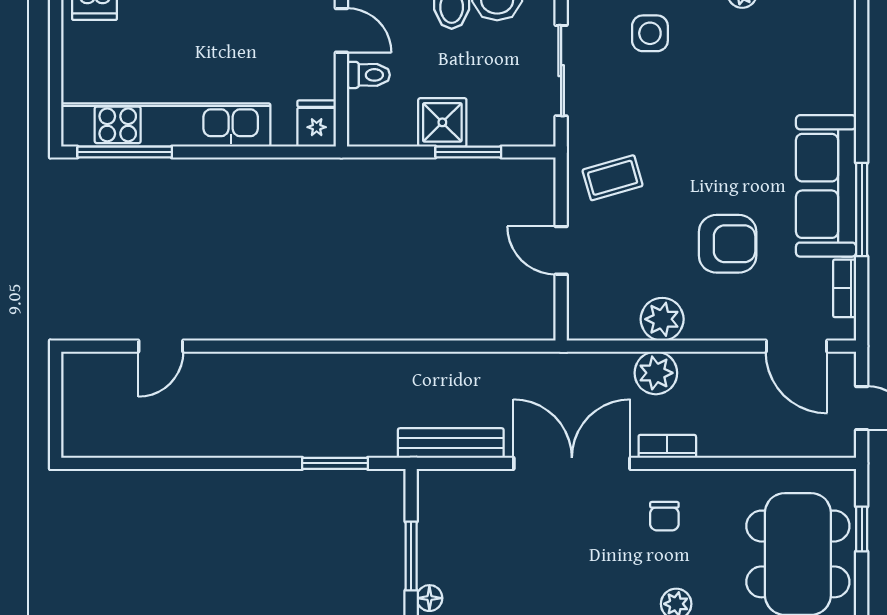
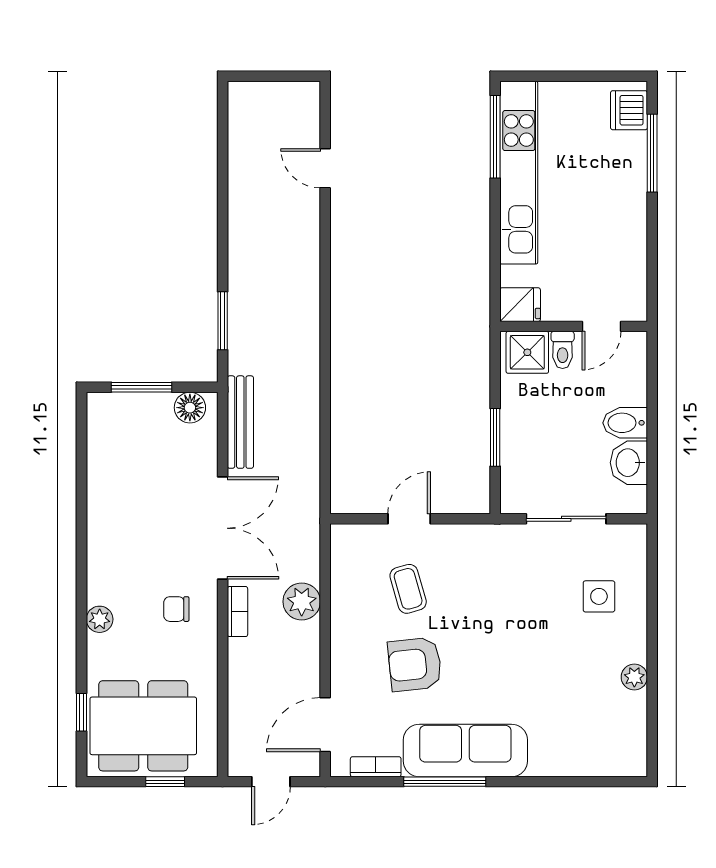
shower: (442, 122) -> (527, 352), moved
coffee table: (613, 178) -> (408, 589), moved
armchair: (728, 244) -> (415, 664), turned 84
plant: (662, 319) -> (349, 607), removed
floor lamp: (429, 598) -> (190, 408), moved, width x1.37, depth x1.37

